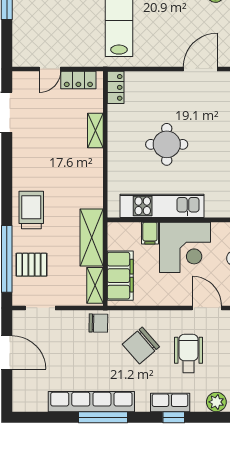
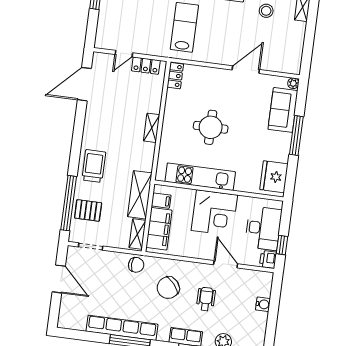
shelving: (95, 130) -> (152, 128), moved
filing cabinet: (150, 233) -> (161, 201), moved, turned -90
wheelchair: (188, 353) -> (206, 299), width x0.73, depth x0.73

